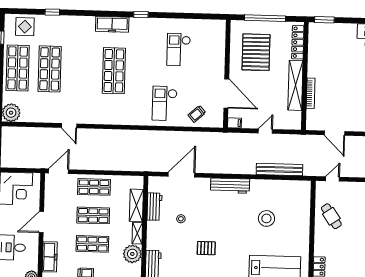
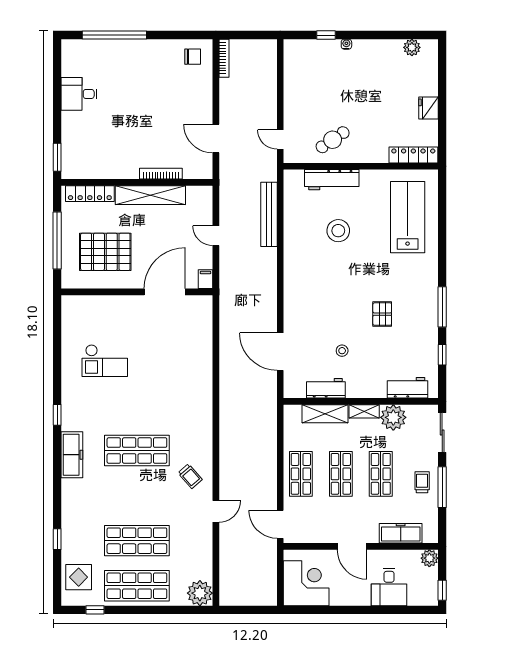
checkout: (165, 103) -> (181, 378), removed
trolley: (197, 114) -> (190, 476), moved
door: (335, 133) -> (216, 139), swing flipped
workbench: (230, 186) -> (332, 180), moved, turned 90

